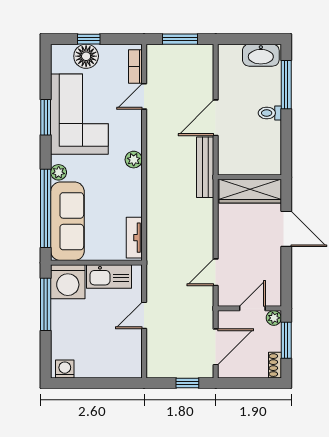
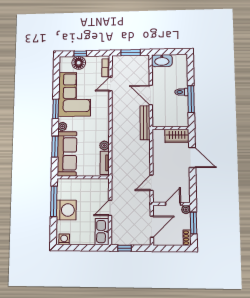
washbasin: (261, 55) -> (162, 61), moved
window: (286, 85) -> (191, 99), moved
window: (46, 117) -> (56, 109), moved
door: (216, 118) -> (151, 95), hinge flipped
plant: (134, 160) -> (104, 146), moved
wardrobe: (250, 191) -> (177, 136), width x0.67
window: (46, 208) -> (55, 147), width x0.47
kitchen sink: (109, 277) -> (102, 232), moved, turned 90
washing machine: (68, 282) -> (66, 210), moved, turned -90
window: (187, 383) -> (124, 248), moved

